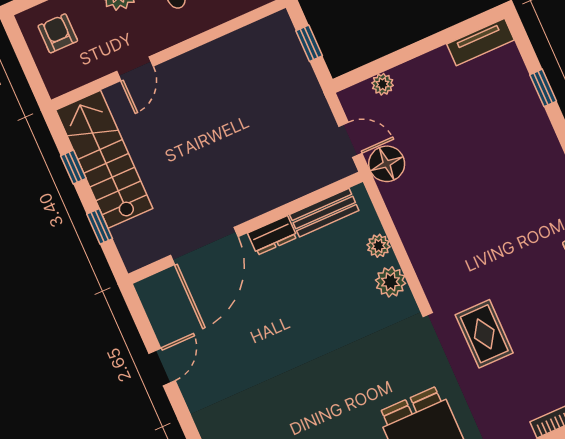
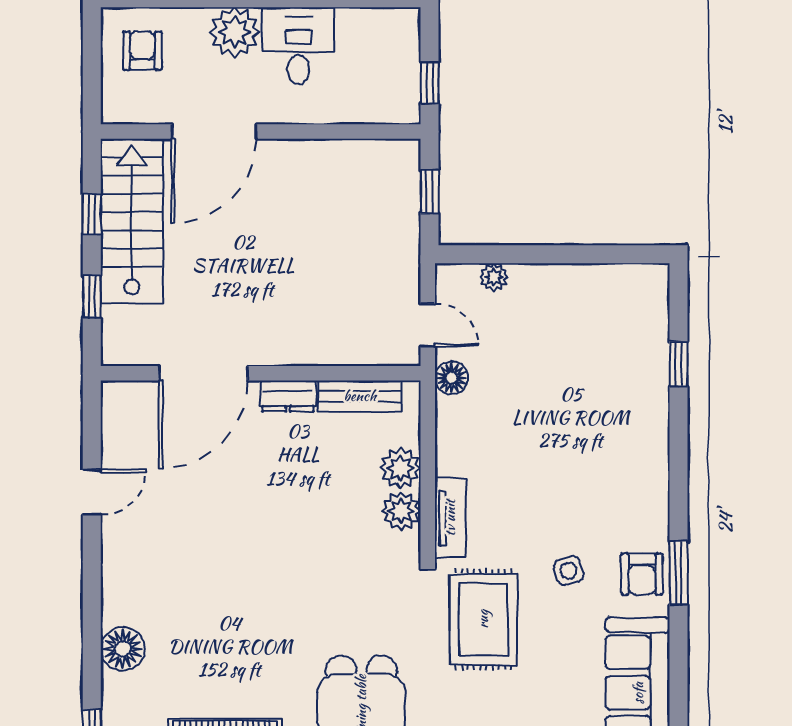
tv unit: (480, 42) -> (450, 518), moved, turned -90
door: (135, 69) -> (214, 132), width x1.87
floor lamp: (387, 164) -> (451, 378), width x0.73, depth x0.73
plant: (379, 246) -> (400, 468), width x1.38, depth x1.38
side table: (530, 272) -> (569, 571), added
rug: (484, 334) -> (483, 619), width x1.36, depth x1.43

